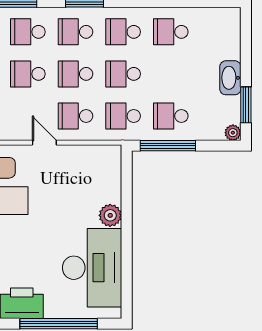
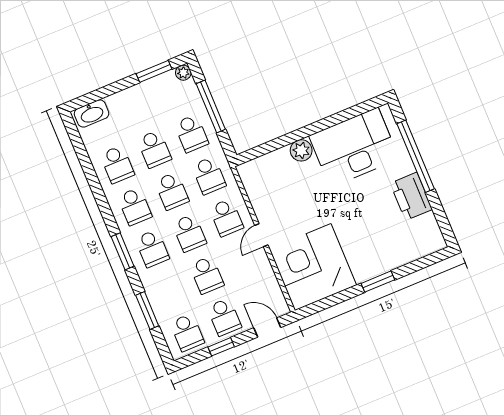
school desk: (28, 32) -> (154, 149), moved
washbasin: (230, 78) -> (92, 113), moved
window: (168, 146) -> (211, 106), moved

